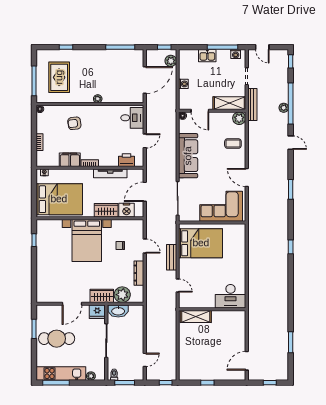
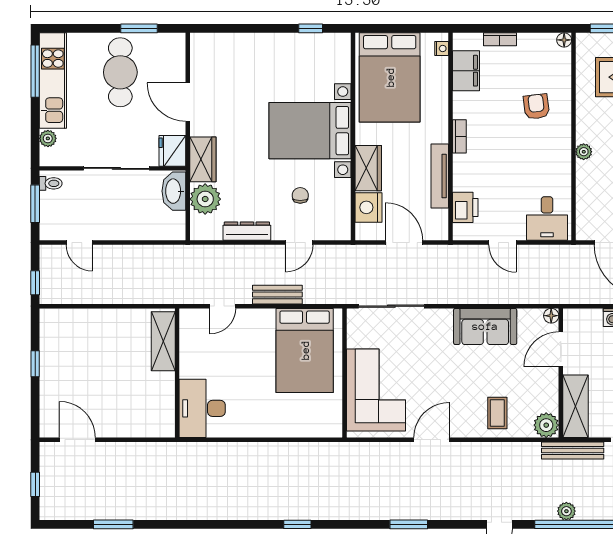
sofa: (188, 156) -> (485, 326), width x0.73
filing cabinet: (70, 160) -> (466, 71), moved

